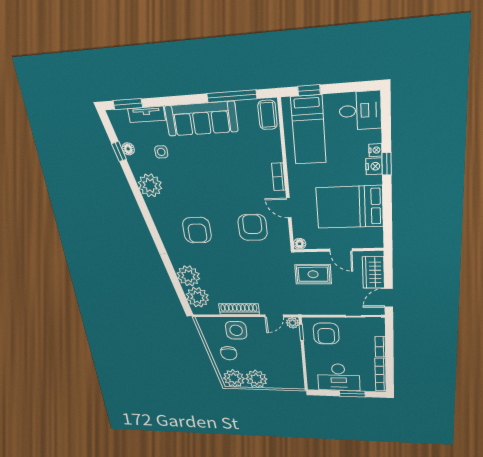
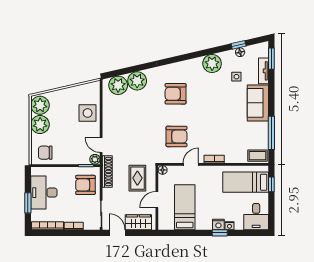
sofa: (201, 119) -> (258, 103), width x0.73
bed: (350, 207) -> (185, 207), width x0.67
shoe rack: (239, 309) -> (107, 171), moved
chair: (229, 353) -> (45, 153), moved

